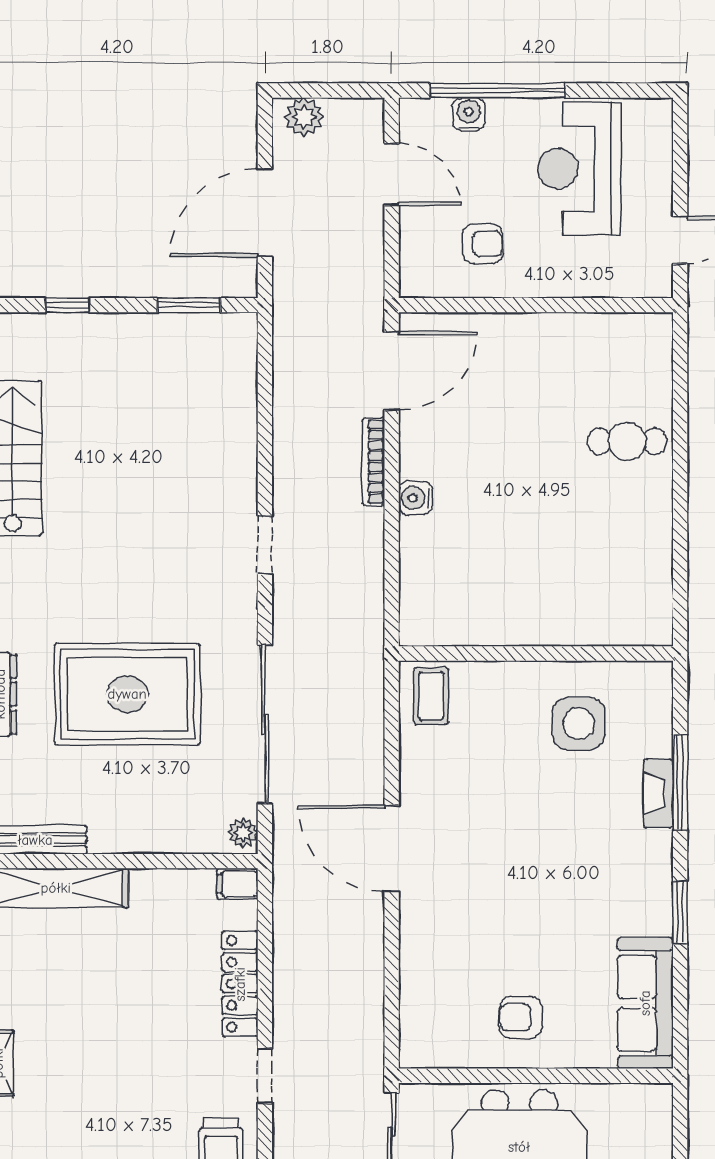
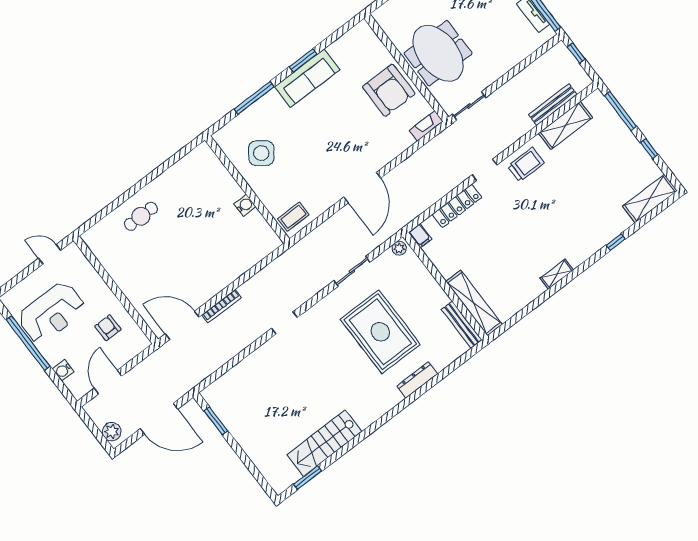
window: (497, 91) -> (28, 343), moved
window: (67, 305) -> (251, 467), removed
cafe table: (627, 441) -> (141, 216), turned 90
water cooler: (416, 498) -> (245, 205), moved, turned -90
sliding door: (265, 724) -> (352, 271), width x0.54
side table: (579, 724) -> (261, 153), turned 37
fireplace: (658, 793) -> (426, 126), moved, turned 180
sofa: (645, 1003) -> (307, 78), moved
armchair: (521, 1017) -> (389, 90), width x1.88, depth x1.88

